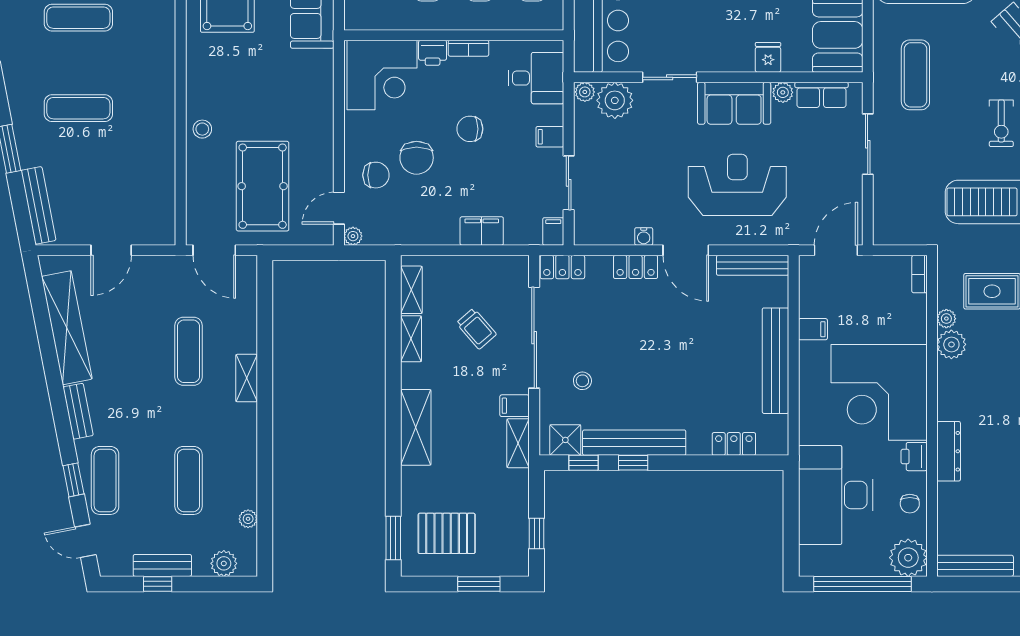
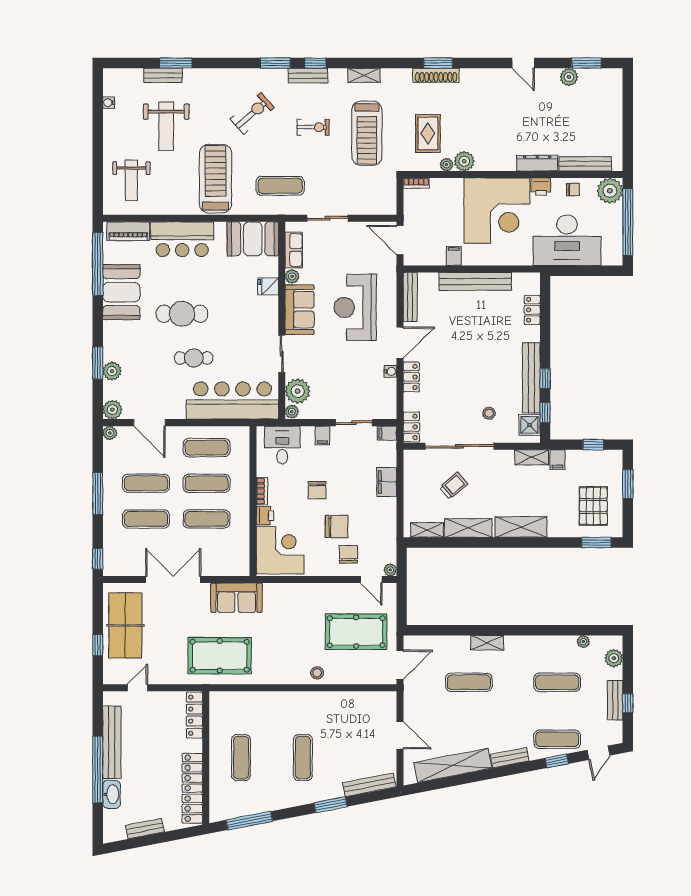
shelving: (411, 339) -> (468, 528), width x1.50, depth x1.33
filing cabinet: (515, 406) -> (557, 460), moved
bench: (975, 566) -> (585, 164), moved, turned 90

